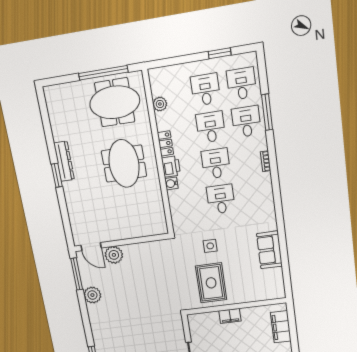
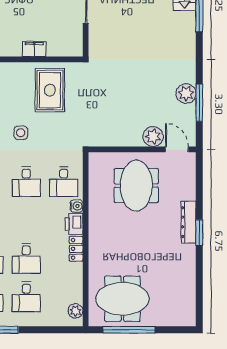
plant: (160, 104) -> (75, 311), moved
dresser: (64, 161) -> (188, 222), moved
meeting table: (124, 164) -> (136, 186), moved
desk: (216, 164) -> (64, 182), moved
side table: (210, 246) -> (21, 133), moved
window: (77, 274) -> (199, 103), moved

